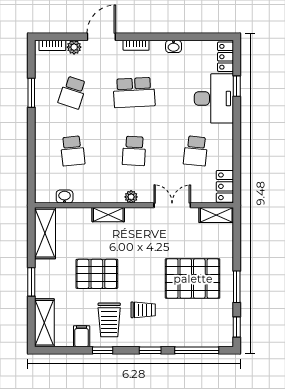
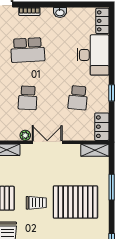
window: (237, 86) -> (112, 93), moved
double door: (172, 205) -> (47, 142), moved
window: (237, 287) -> (112, 187), moved
trolley: (143, 310) -> (36, 203), moved

